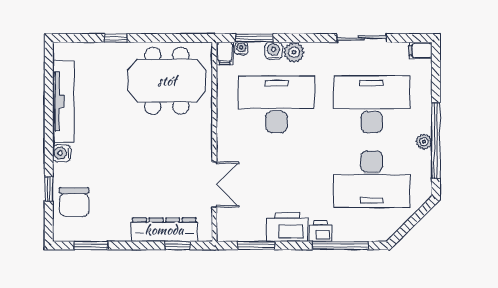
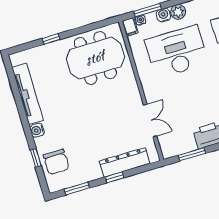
window: (178, 245) -> (115, 177), moved

